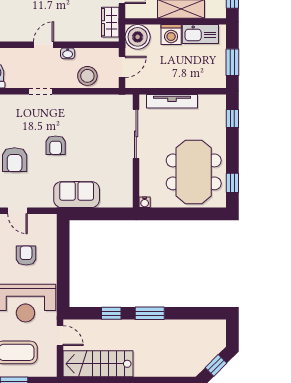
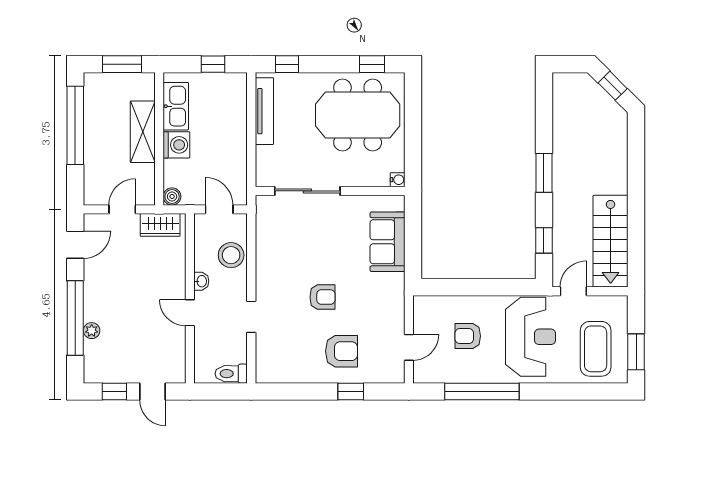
boiler: (138, 37) -> (172, 197), width x0.54, depth x0.54
window: (232, 62) -> (213, 64), width x0.67
tv unit: (172, 101) -> (264, 111), moved
sofa: (77, 195) -> (387, 242), moved
window: (111, 313) -> (544, 240), moved

